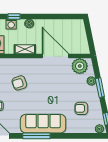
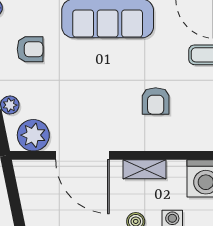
armchair: (19, 83) -> (156, 101), turned 109

